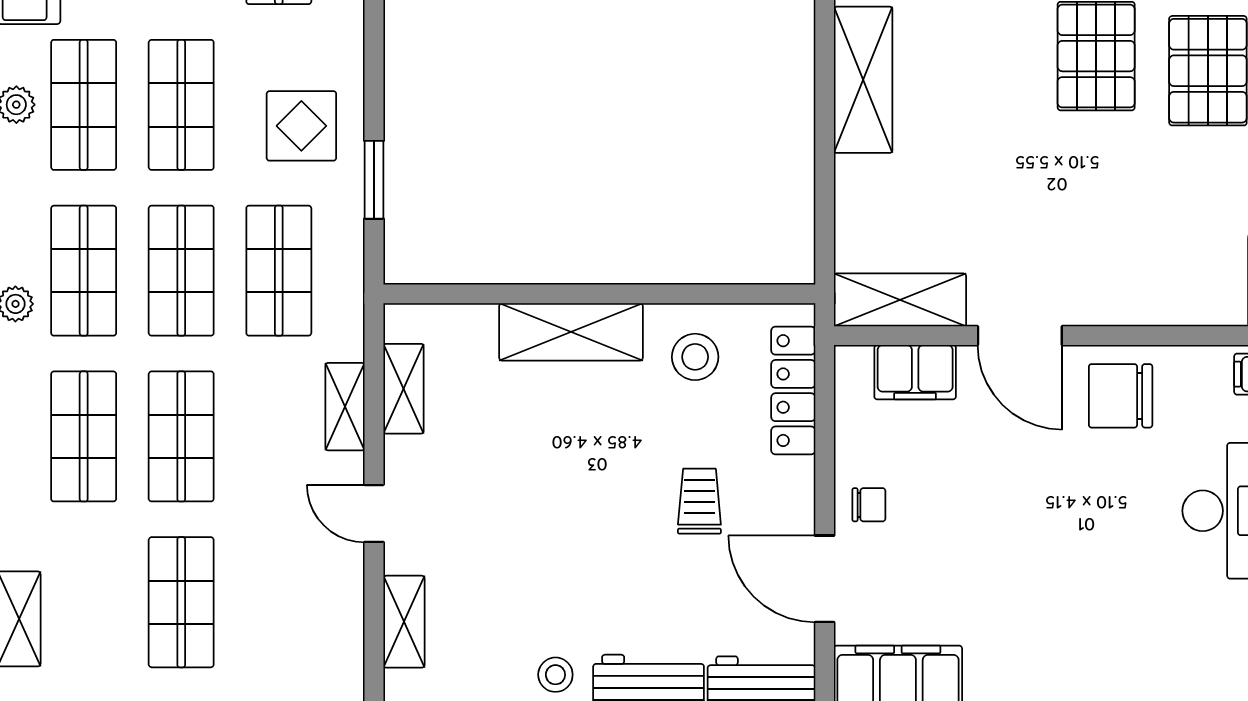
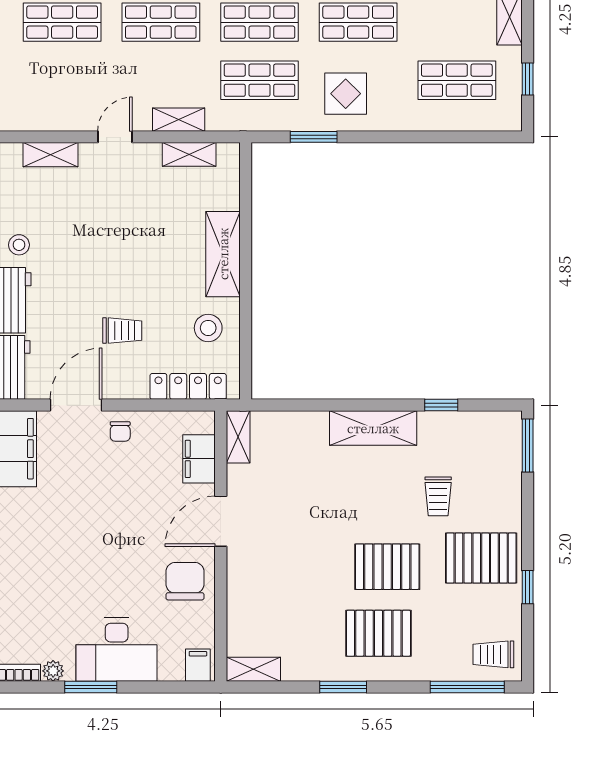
shelving: (900, 300) -> (238, 437), width x0.67, depth x0.75

